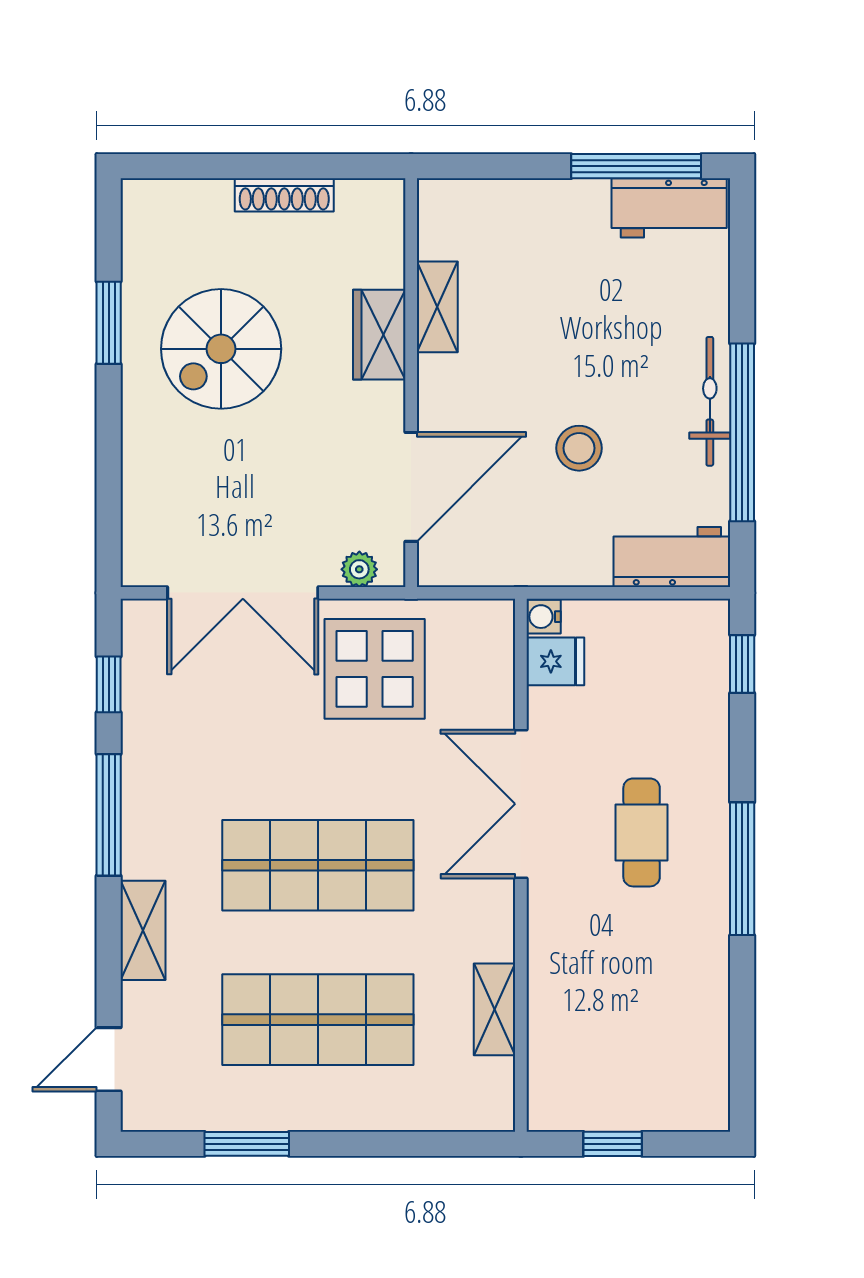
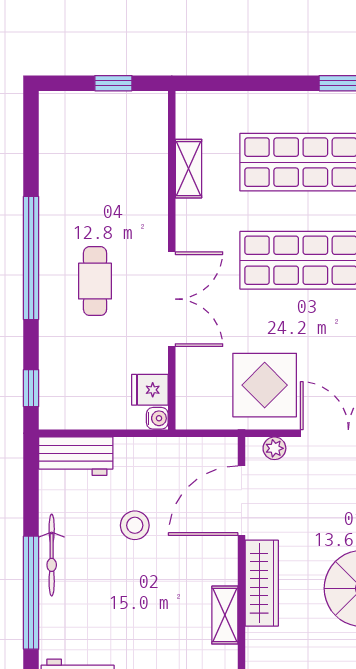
wardrobe: (379, 335) -> (262, 583), width x1.50
window: (742, 432) -> (31, 593), moved
window: (742, 869) -> (31, 258), width x1.46

